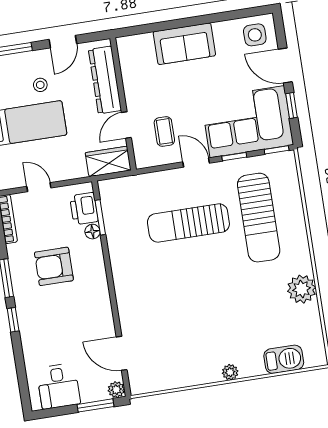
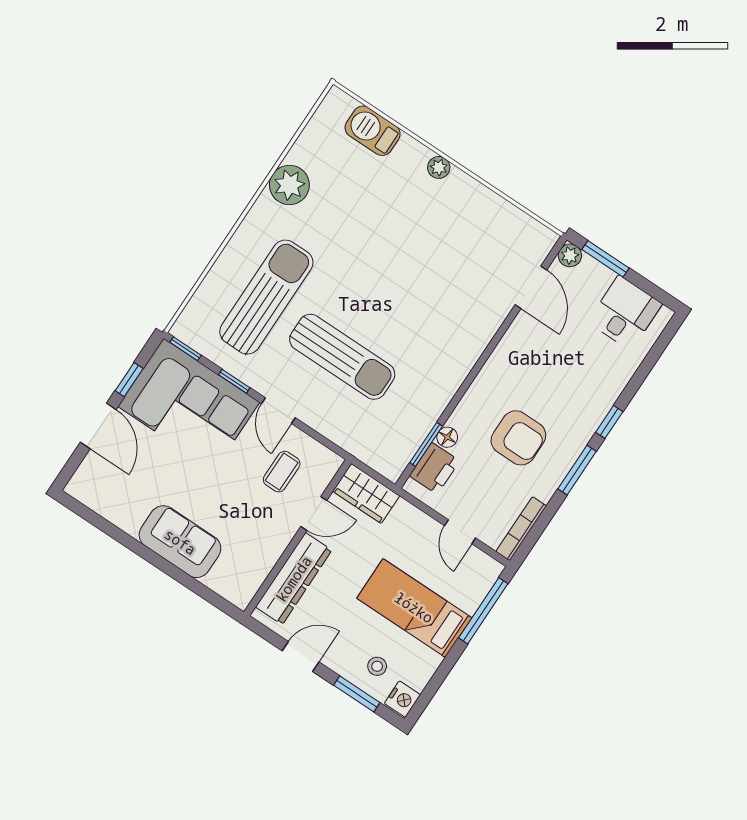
side table: (255, 35) -> (101, 485), removed
stool: (40, 85) -> (377, 666), moved

